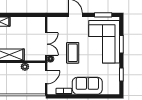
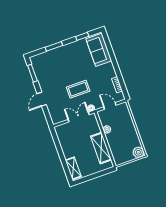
corner sofa: (104, 42) -> (57, 63), removed
sofa: (87, 86) -> (99, 50), moved

